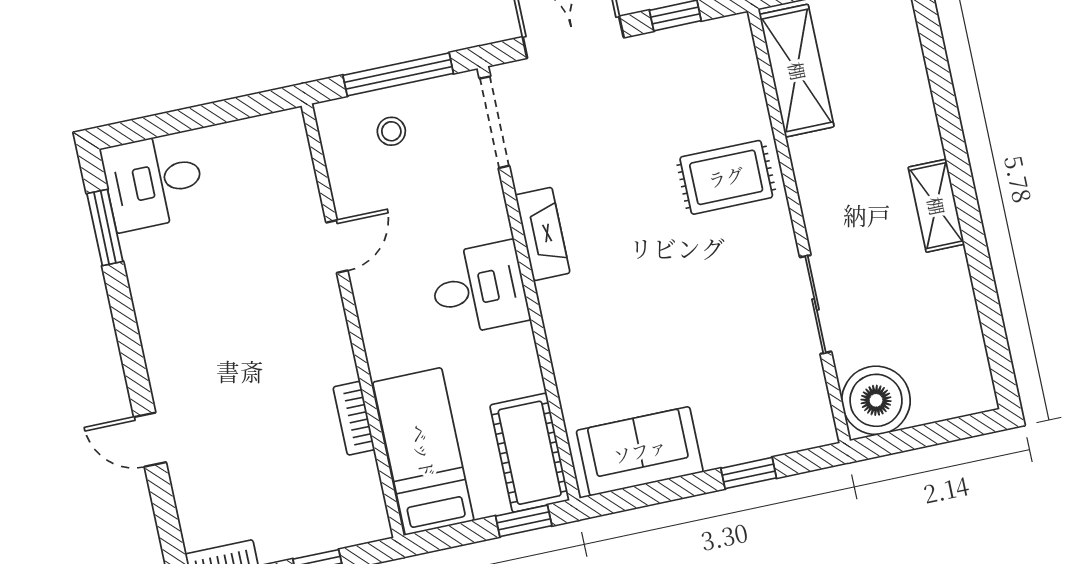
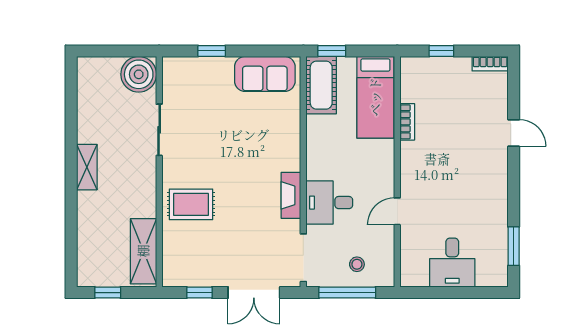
desk: (154, 181) -> (452, 263), moved, turned 90
desk: (479, 288) -> (329, 203), moved

